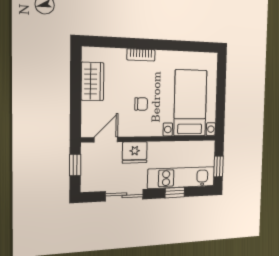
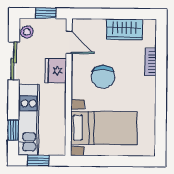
bookcase: (141, 55) -> (151, 62), moved
chair: (141, 104) -> (103, 77), width x1.87, depth x1.87
stool: (95, 184) -> (27, 32), added
window: (175, 193) -> (13, 130), moved

